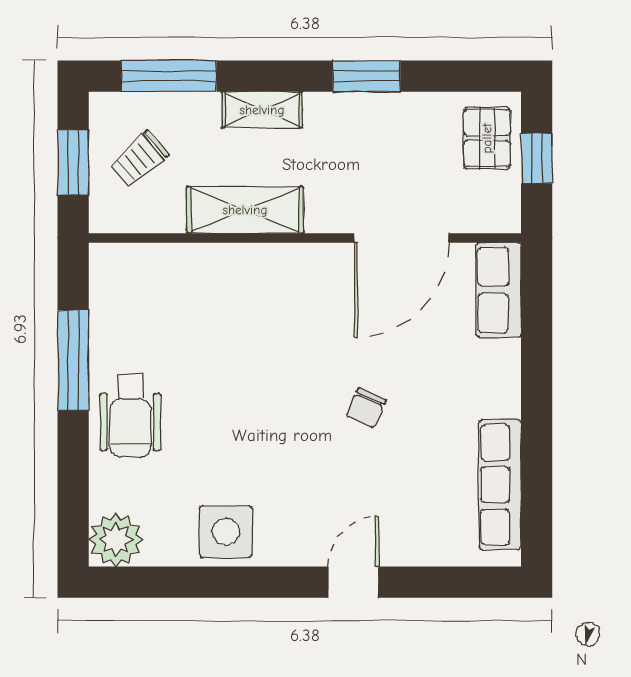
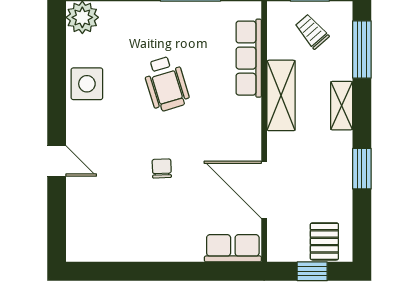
pallet: (487, 138) -> (324, 241), turned 90
chair: (366, 408) -> (162, 168), turned 64
wheelchair: (130, 415) -> (166, 84), moved, turned -107
row of seats: (500, 485) -> (249, 58), moved, turned -90

